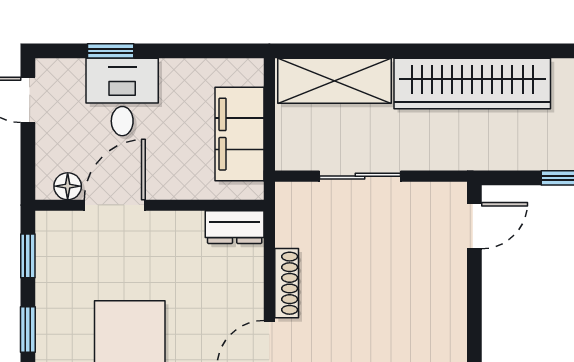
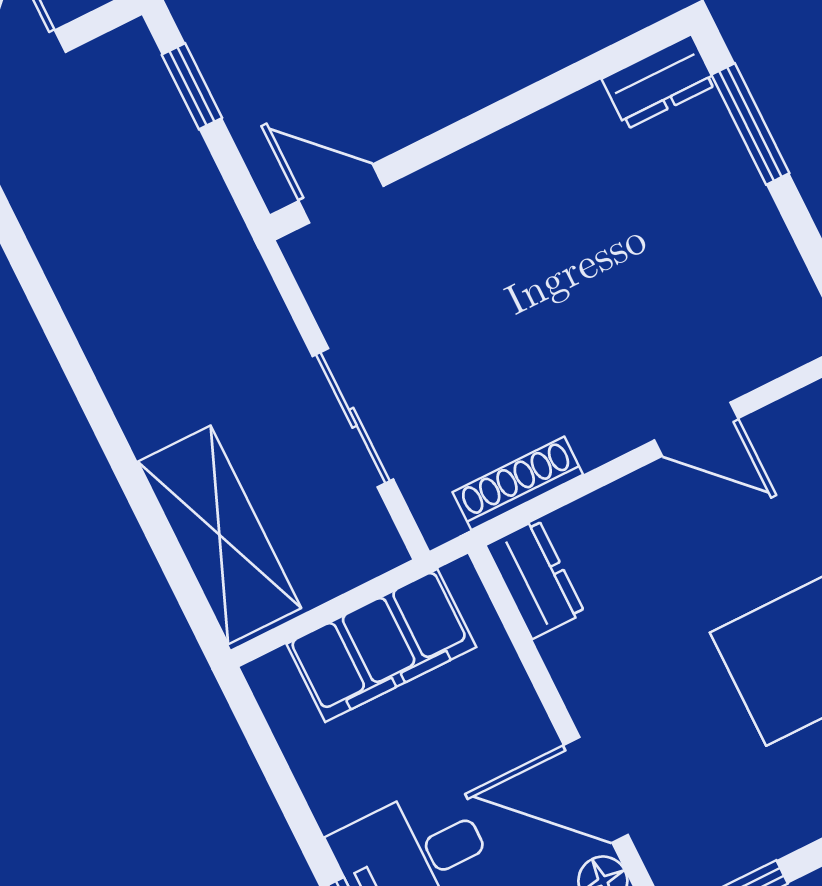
wardrobe: (472, 83) -> (114, 311), removed
shoe rack: (287, 283) -> (518, 483), moved

